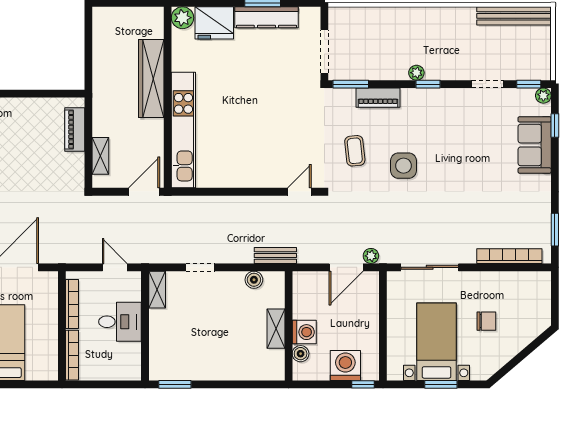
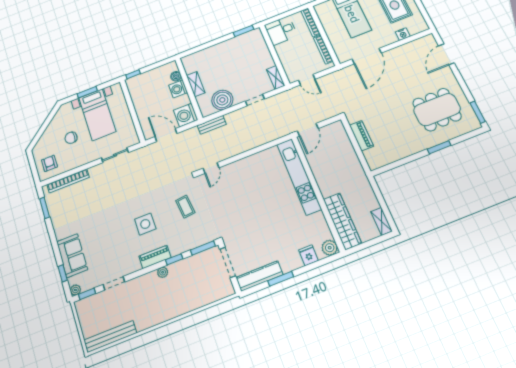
kitchen counter: (266, 17) -> (259, 276), moved
fridge: (214, 23) -> (308, 255), width x0.53, depth x0.75
wardrobe: (151, 79) -> (342, 221), moved
window: (428, 84) -> (174, 259), moved
piano: (378, 98) -> (155, 257), moved
piano: (75, 129) -> (361, 136), moved
shelving: (100, 156) -> (382, 221), moved
side table: (404, 166) -> (145, 224), moved
plant: (371, 256) -> (153, 148), removed
door: (346, 267) -> (166, 135), hinge flipped
sliding door: (430, 267) -> (115, 155), width x0.73
boiler: (254, 280) -> (222, 100), width x1.86, depth x1.86
armchair: (529, 294) -> (49, 163), added
desk: (120, 322) -> (281, 31), moved
washing machine: (345, 366) -> (186, 115), moved, turned 90

